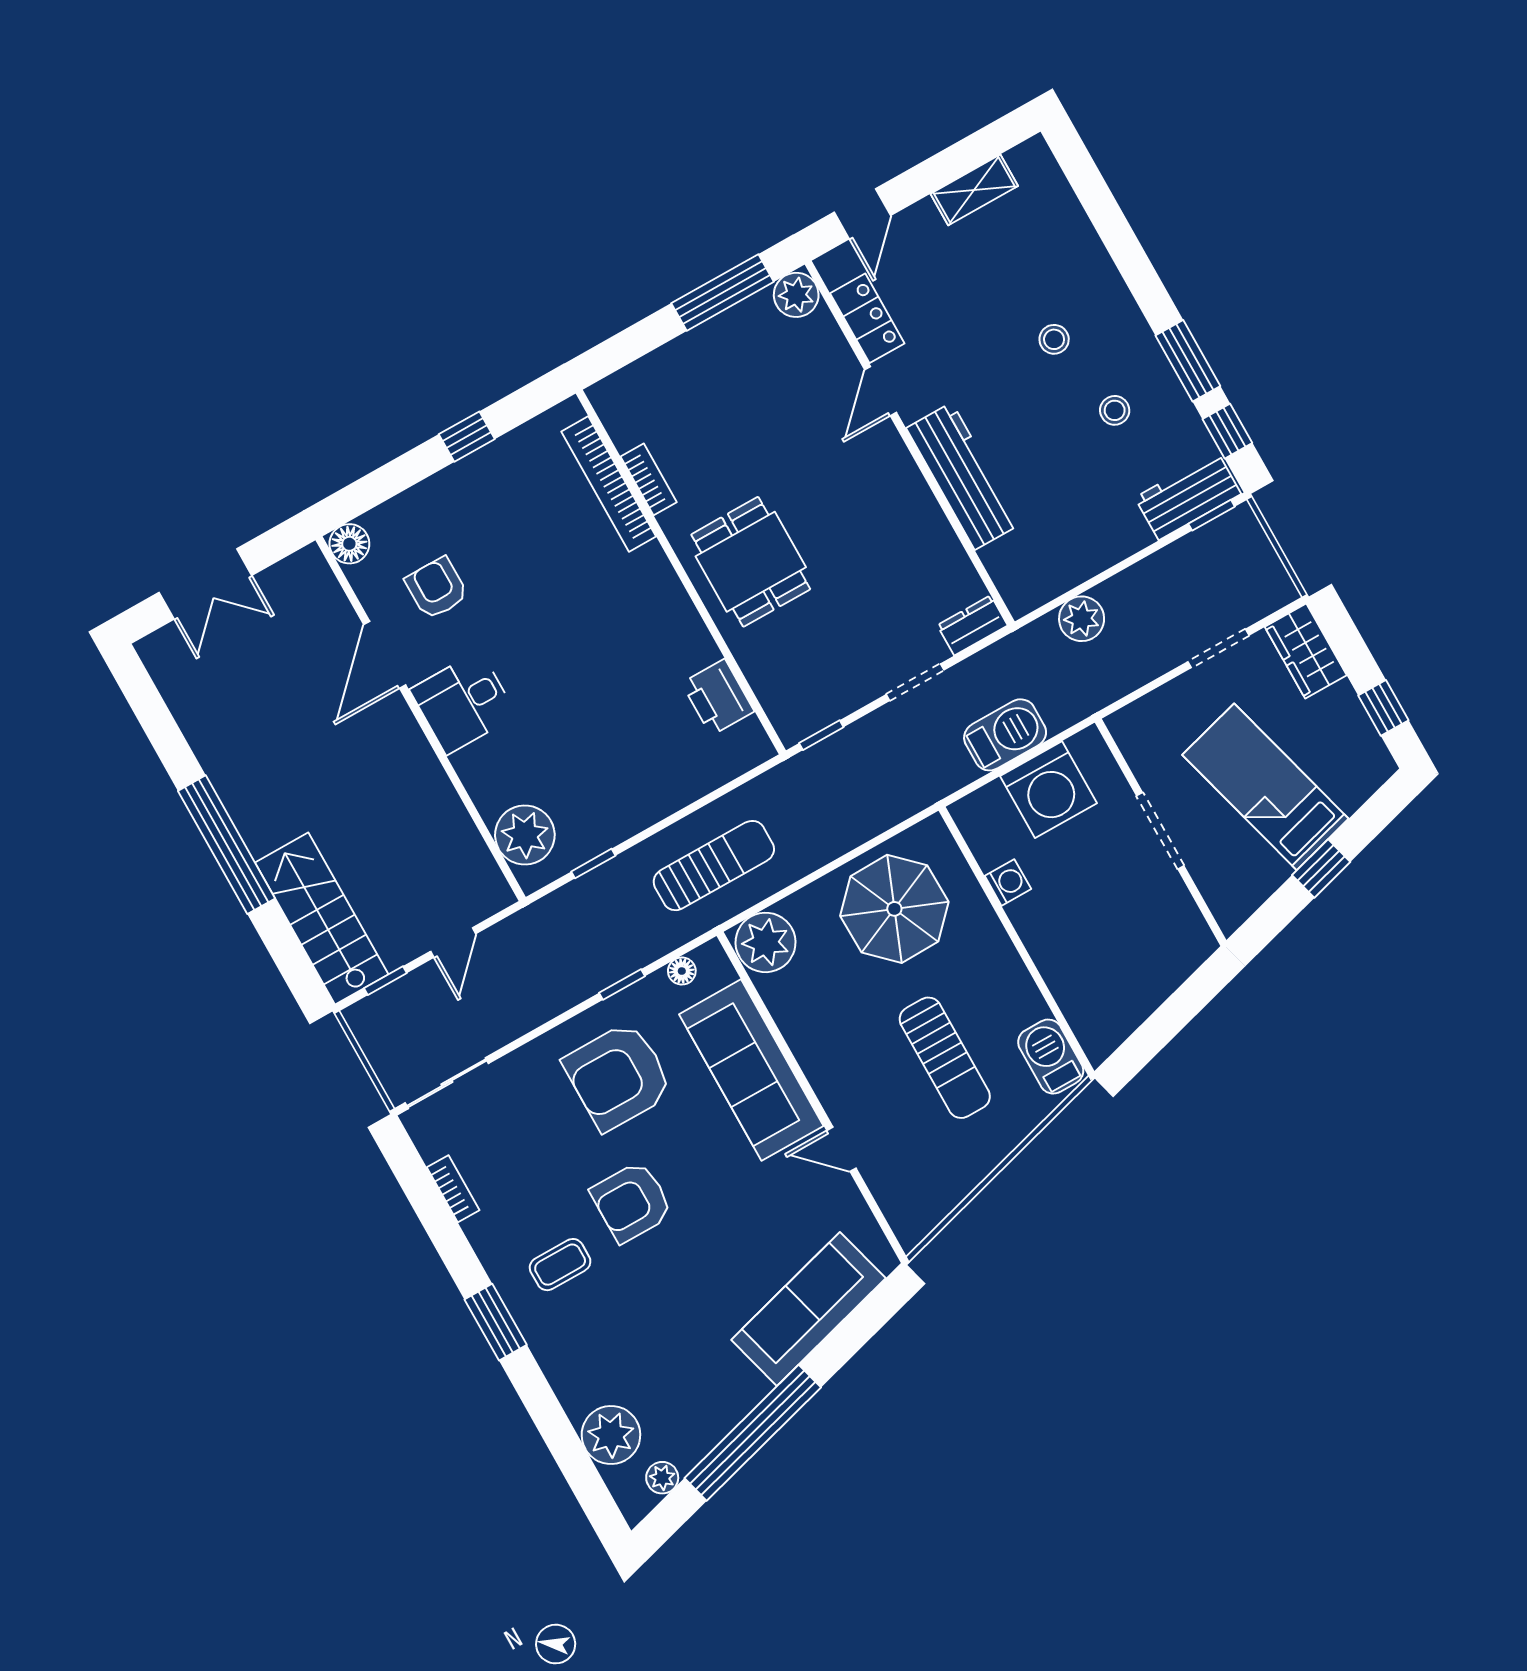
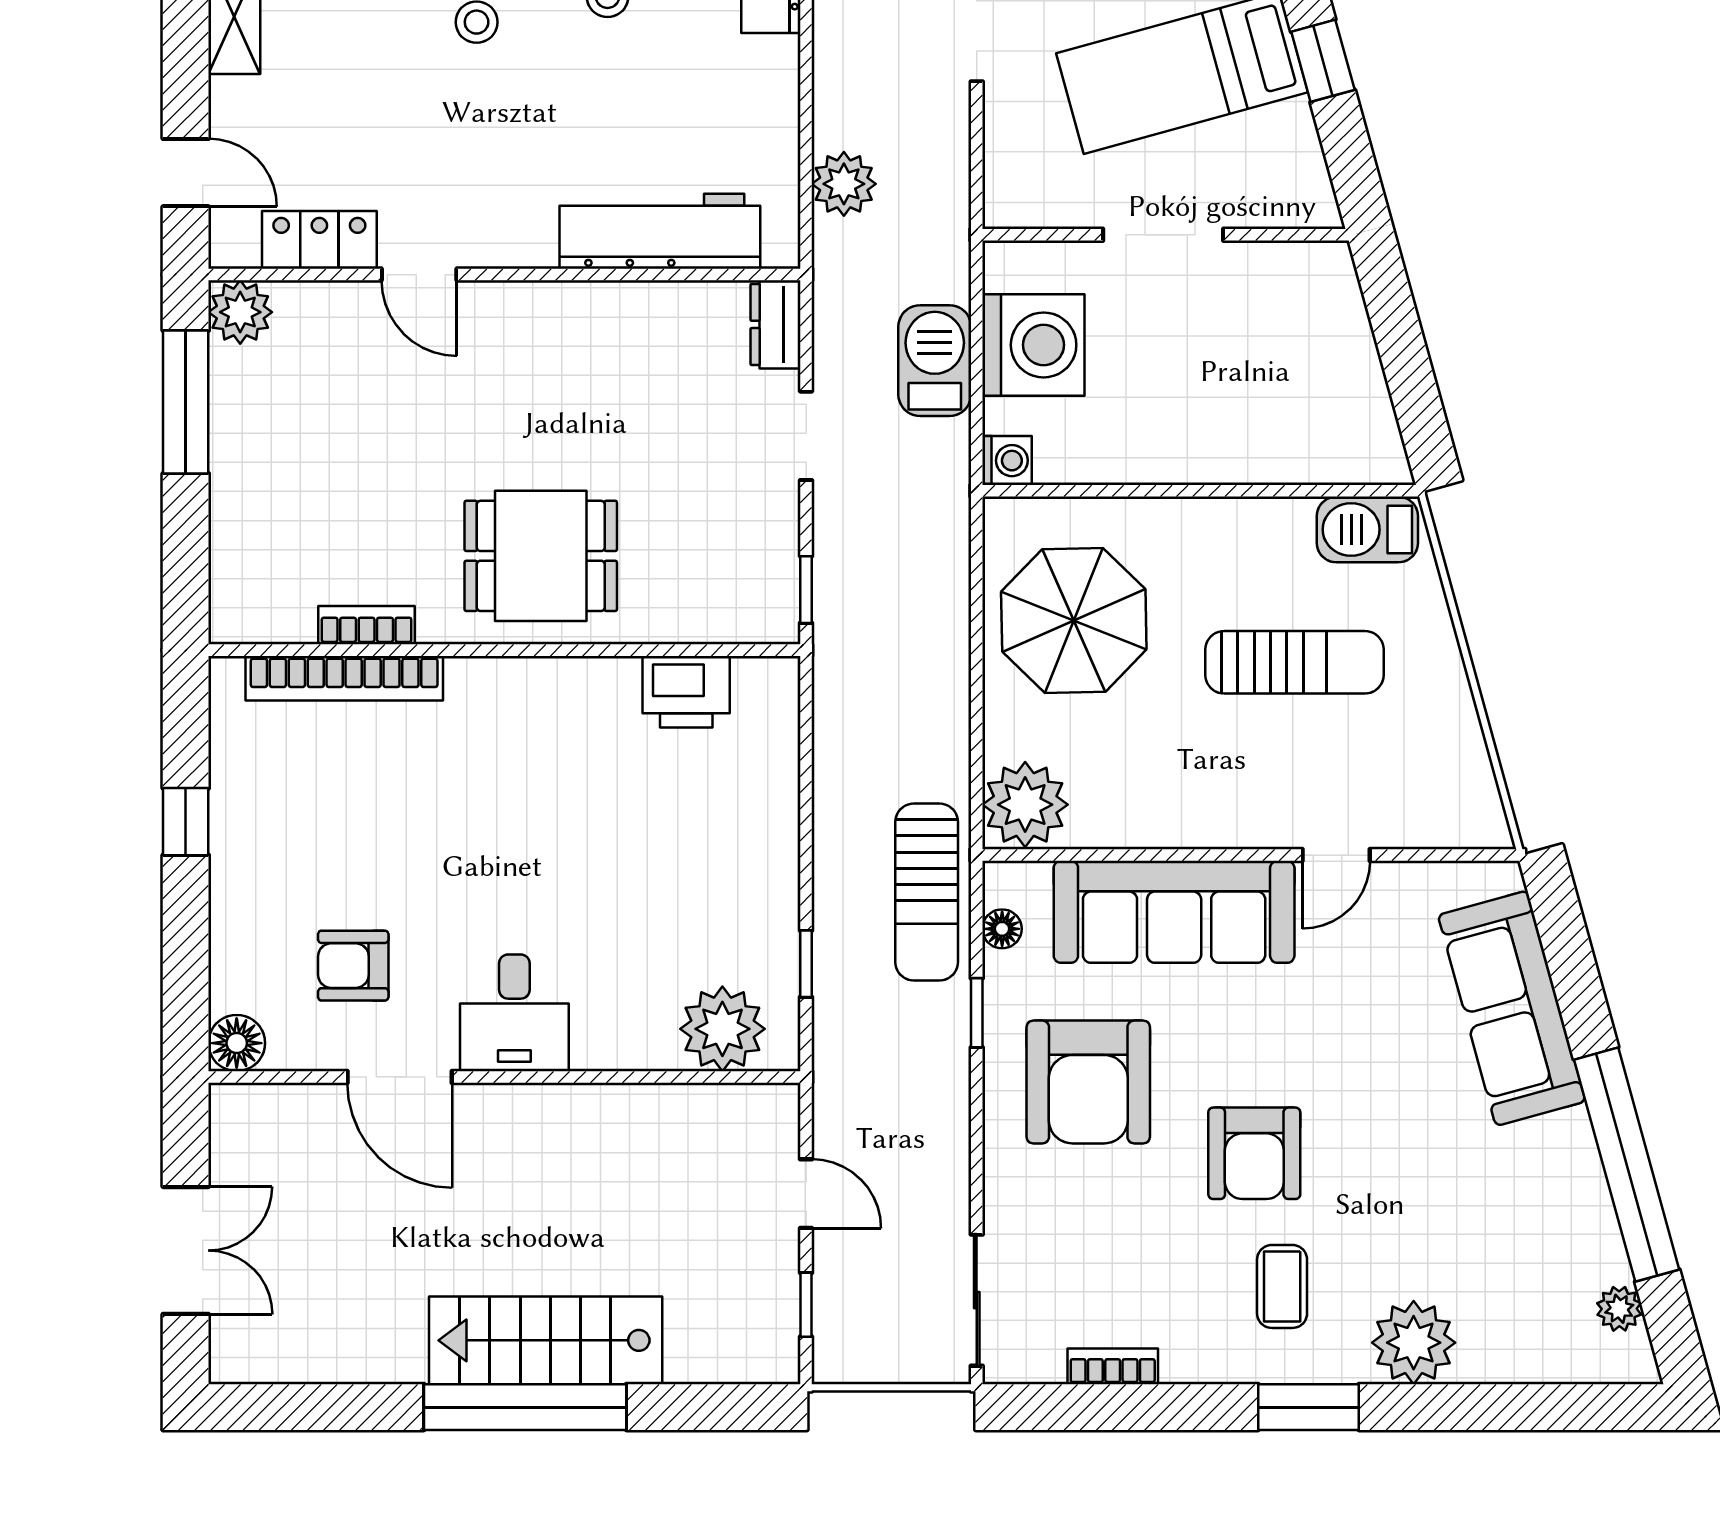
workbench: (963, 476) -> (660, 231), moved
sun lounger: (714, 866) -> (927, 892), moved, turned 180
washing machine: (1008, 882) -> (1007, 461), moved, turned 90
stairs: (322, 918) -> (546, 1340), moved
plant: (611, 1435) -> (1414, 1343), moved

